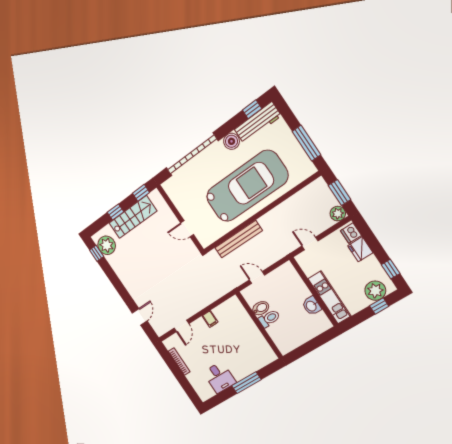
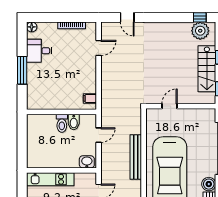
bench: (239, 239) -> (136, 157), moved
washbasin: (311, 306) -> (87, 162), moved
filing cabinet: (210, 319) -> (90, 98), moved
door: (181, 326) -> (99, 48), swing flipped
floor lamp: (204, 396) -> (32, 27), added

